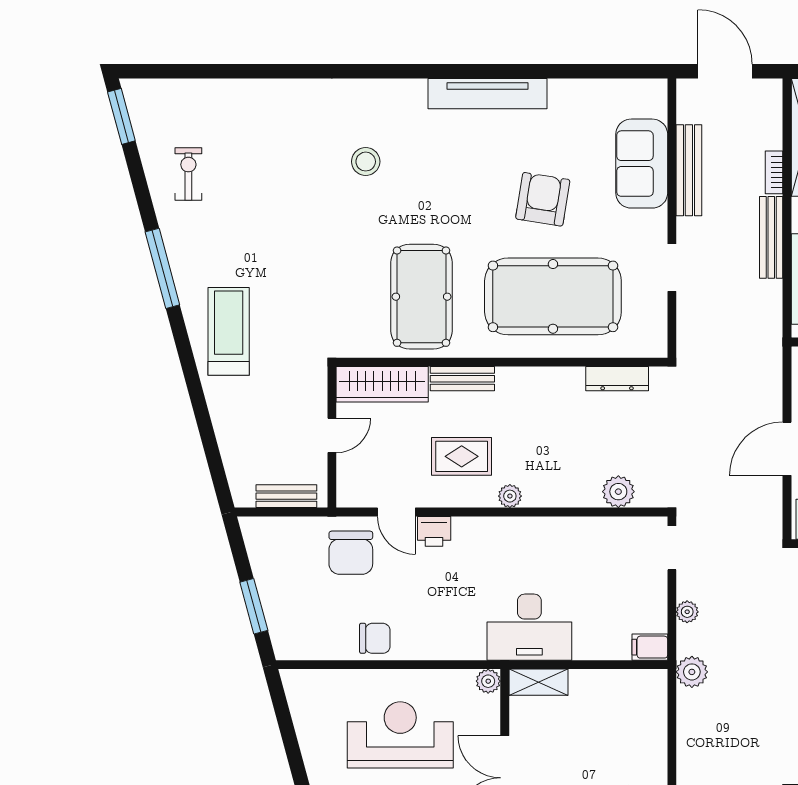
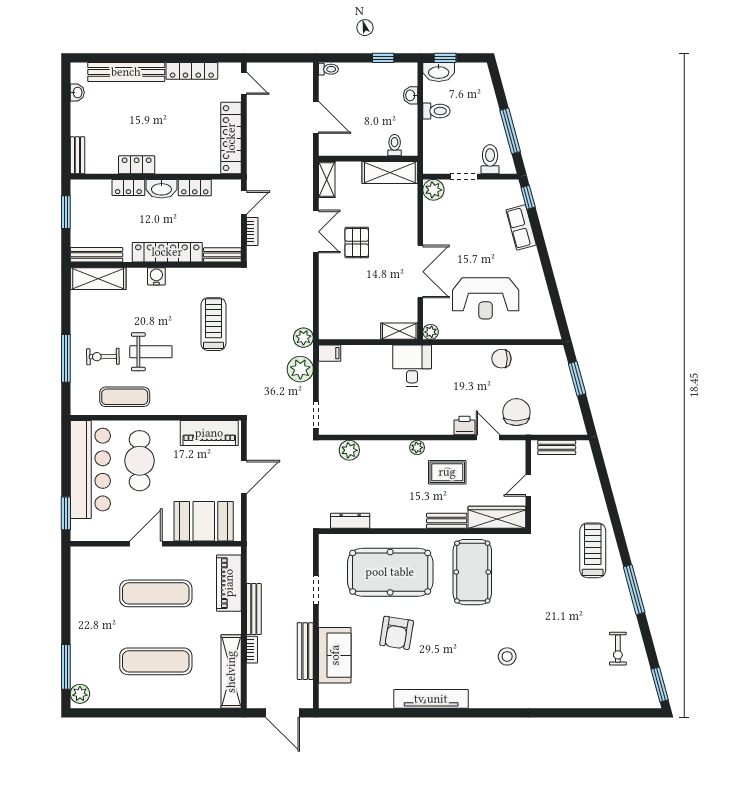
treadmill: (229, 331) -> (593, 550), turned 180
plant: (687, 612) -> (300, 369), width x1.88, depth x1.88
desk: (529, 627) -> (412, 366), width x0.73

